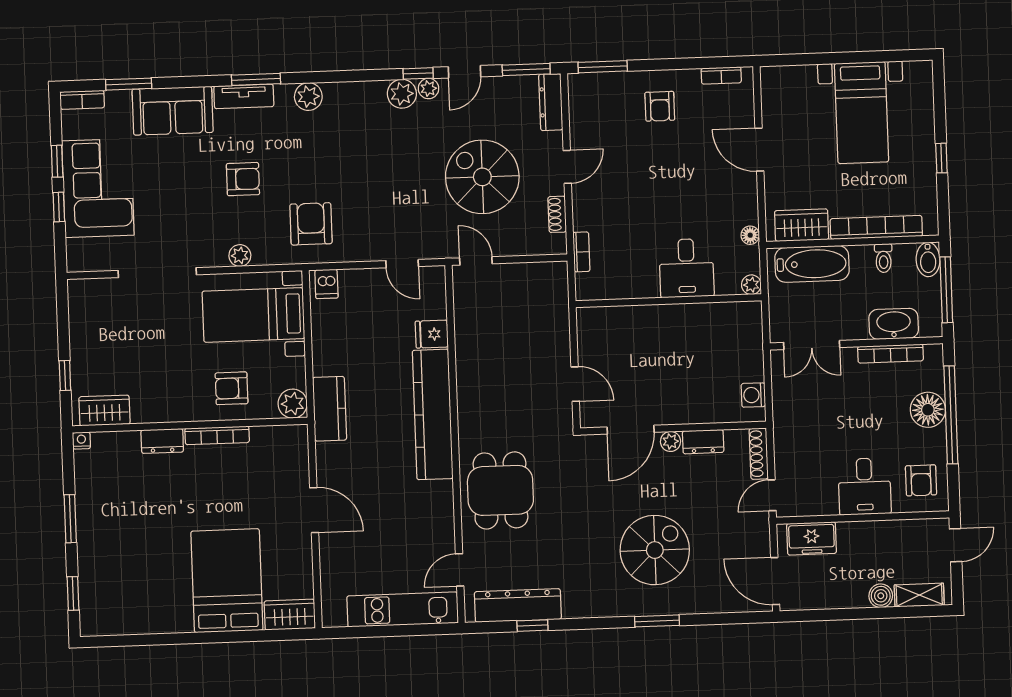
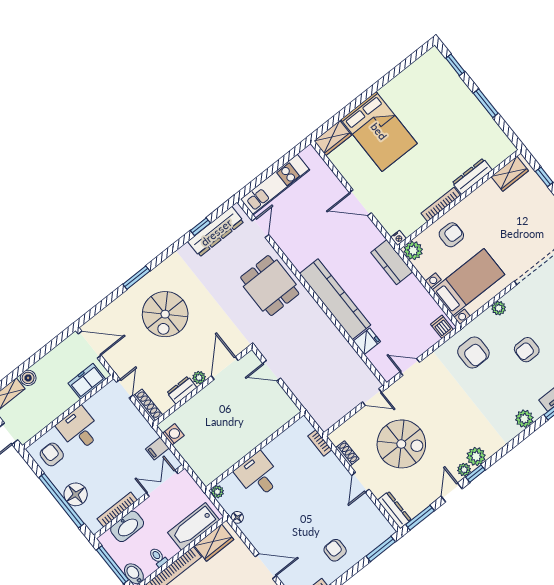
filing cabinet: (786, 392) -> (157, 449), added
nightstand: (81, 441) -> (398, 238), moved
dresser: (162, 441) -> (472, 176), width x1.44

